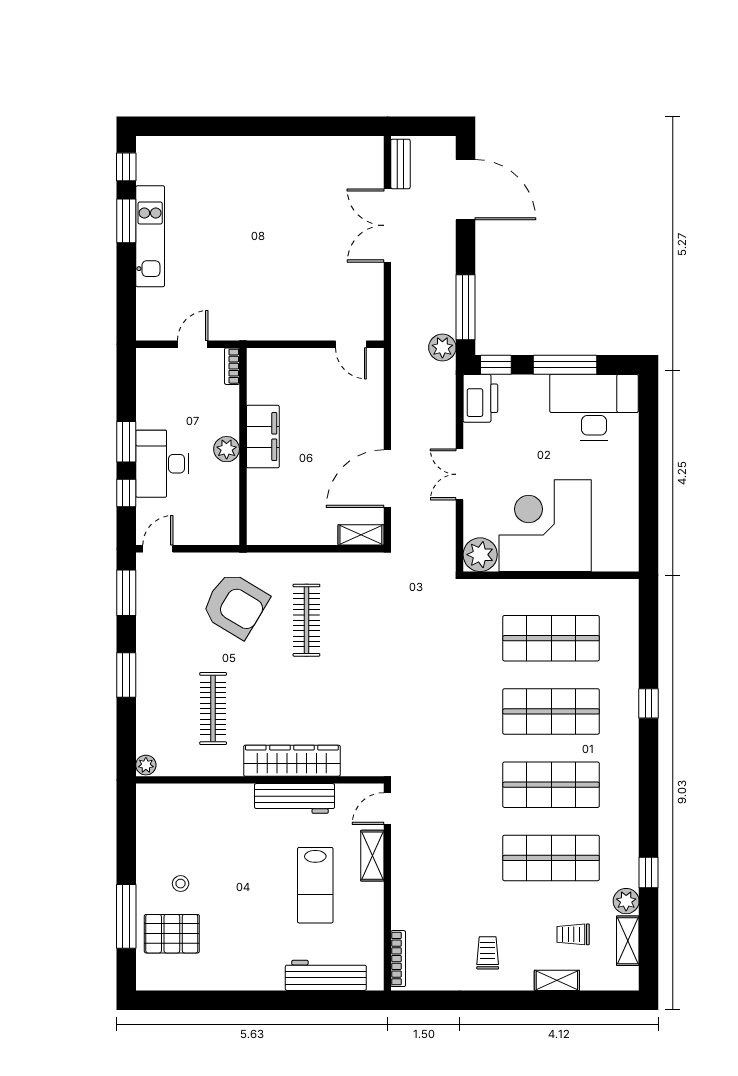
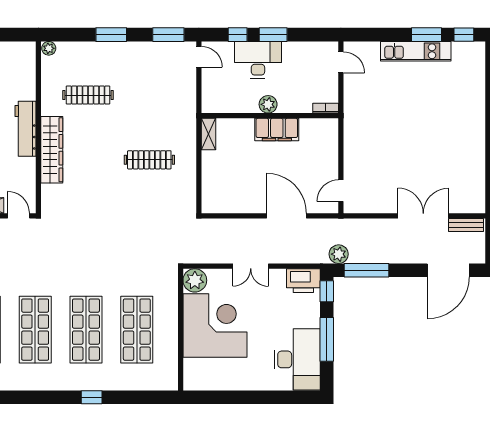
door: (193, 344) -> (341, 62), moved
double door: (460, 474) -> (251, 266), swing flipped
door: (387, 479) -> (287, 216), moved
shelving: (361, 535) -> (209, 134), moved
armchair: (235, 605) -> (160, 110), removed
workbench: (295, 798) -> (26, 129), moved

